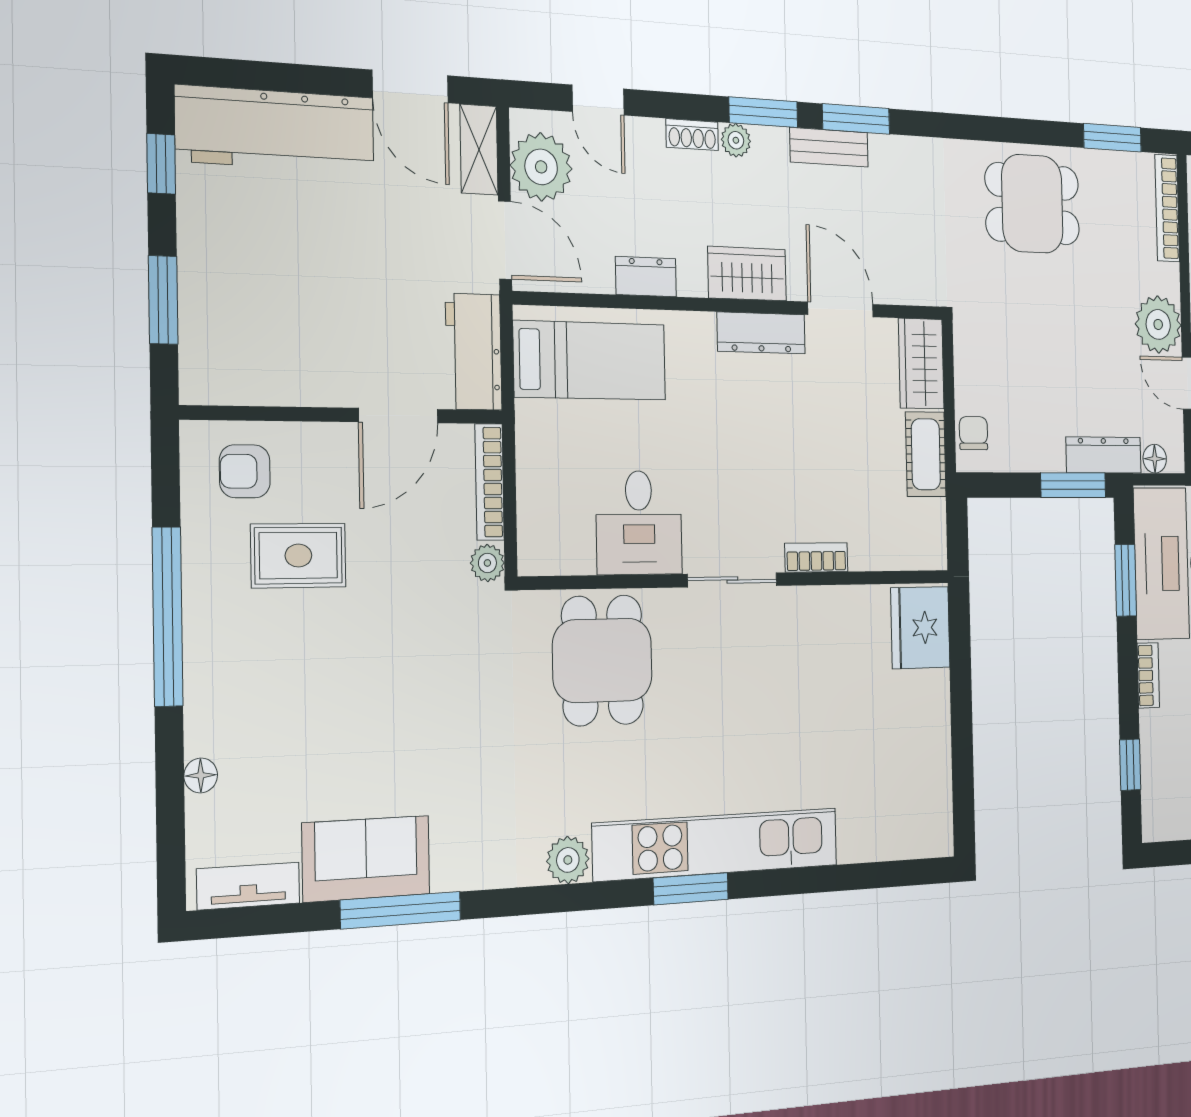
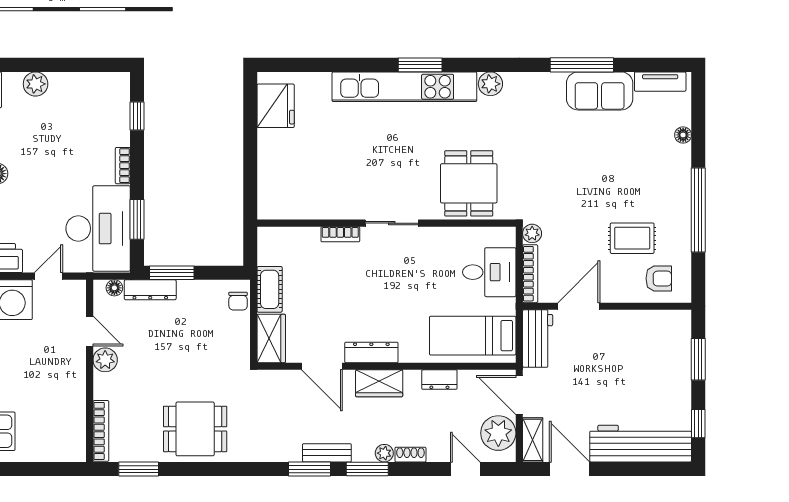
plant: (1158, 324) -> (105, 360), width x0.73, depth x0.73
desk: (639, 523) -> (489, 272), moved, turned 90
fridge: (920, 628) -> (276, 106), moved

